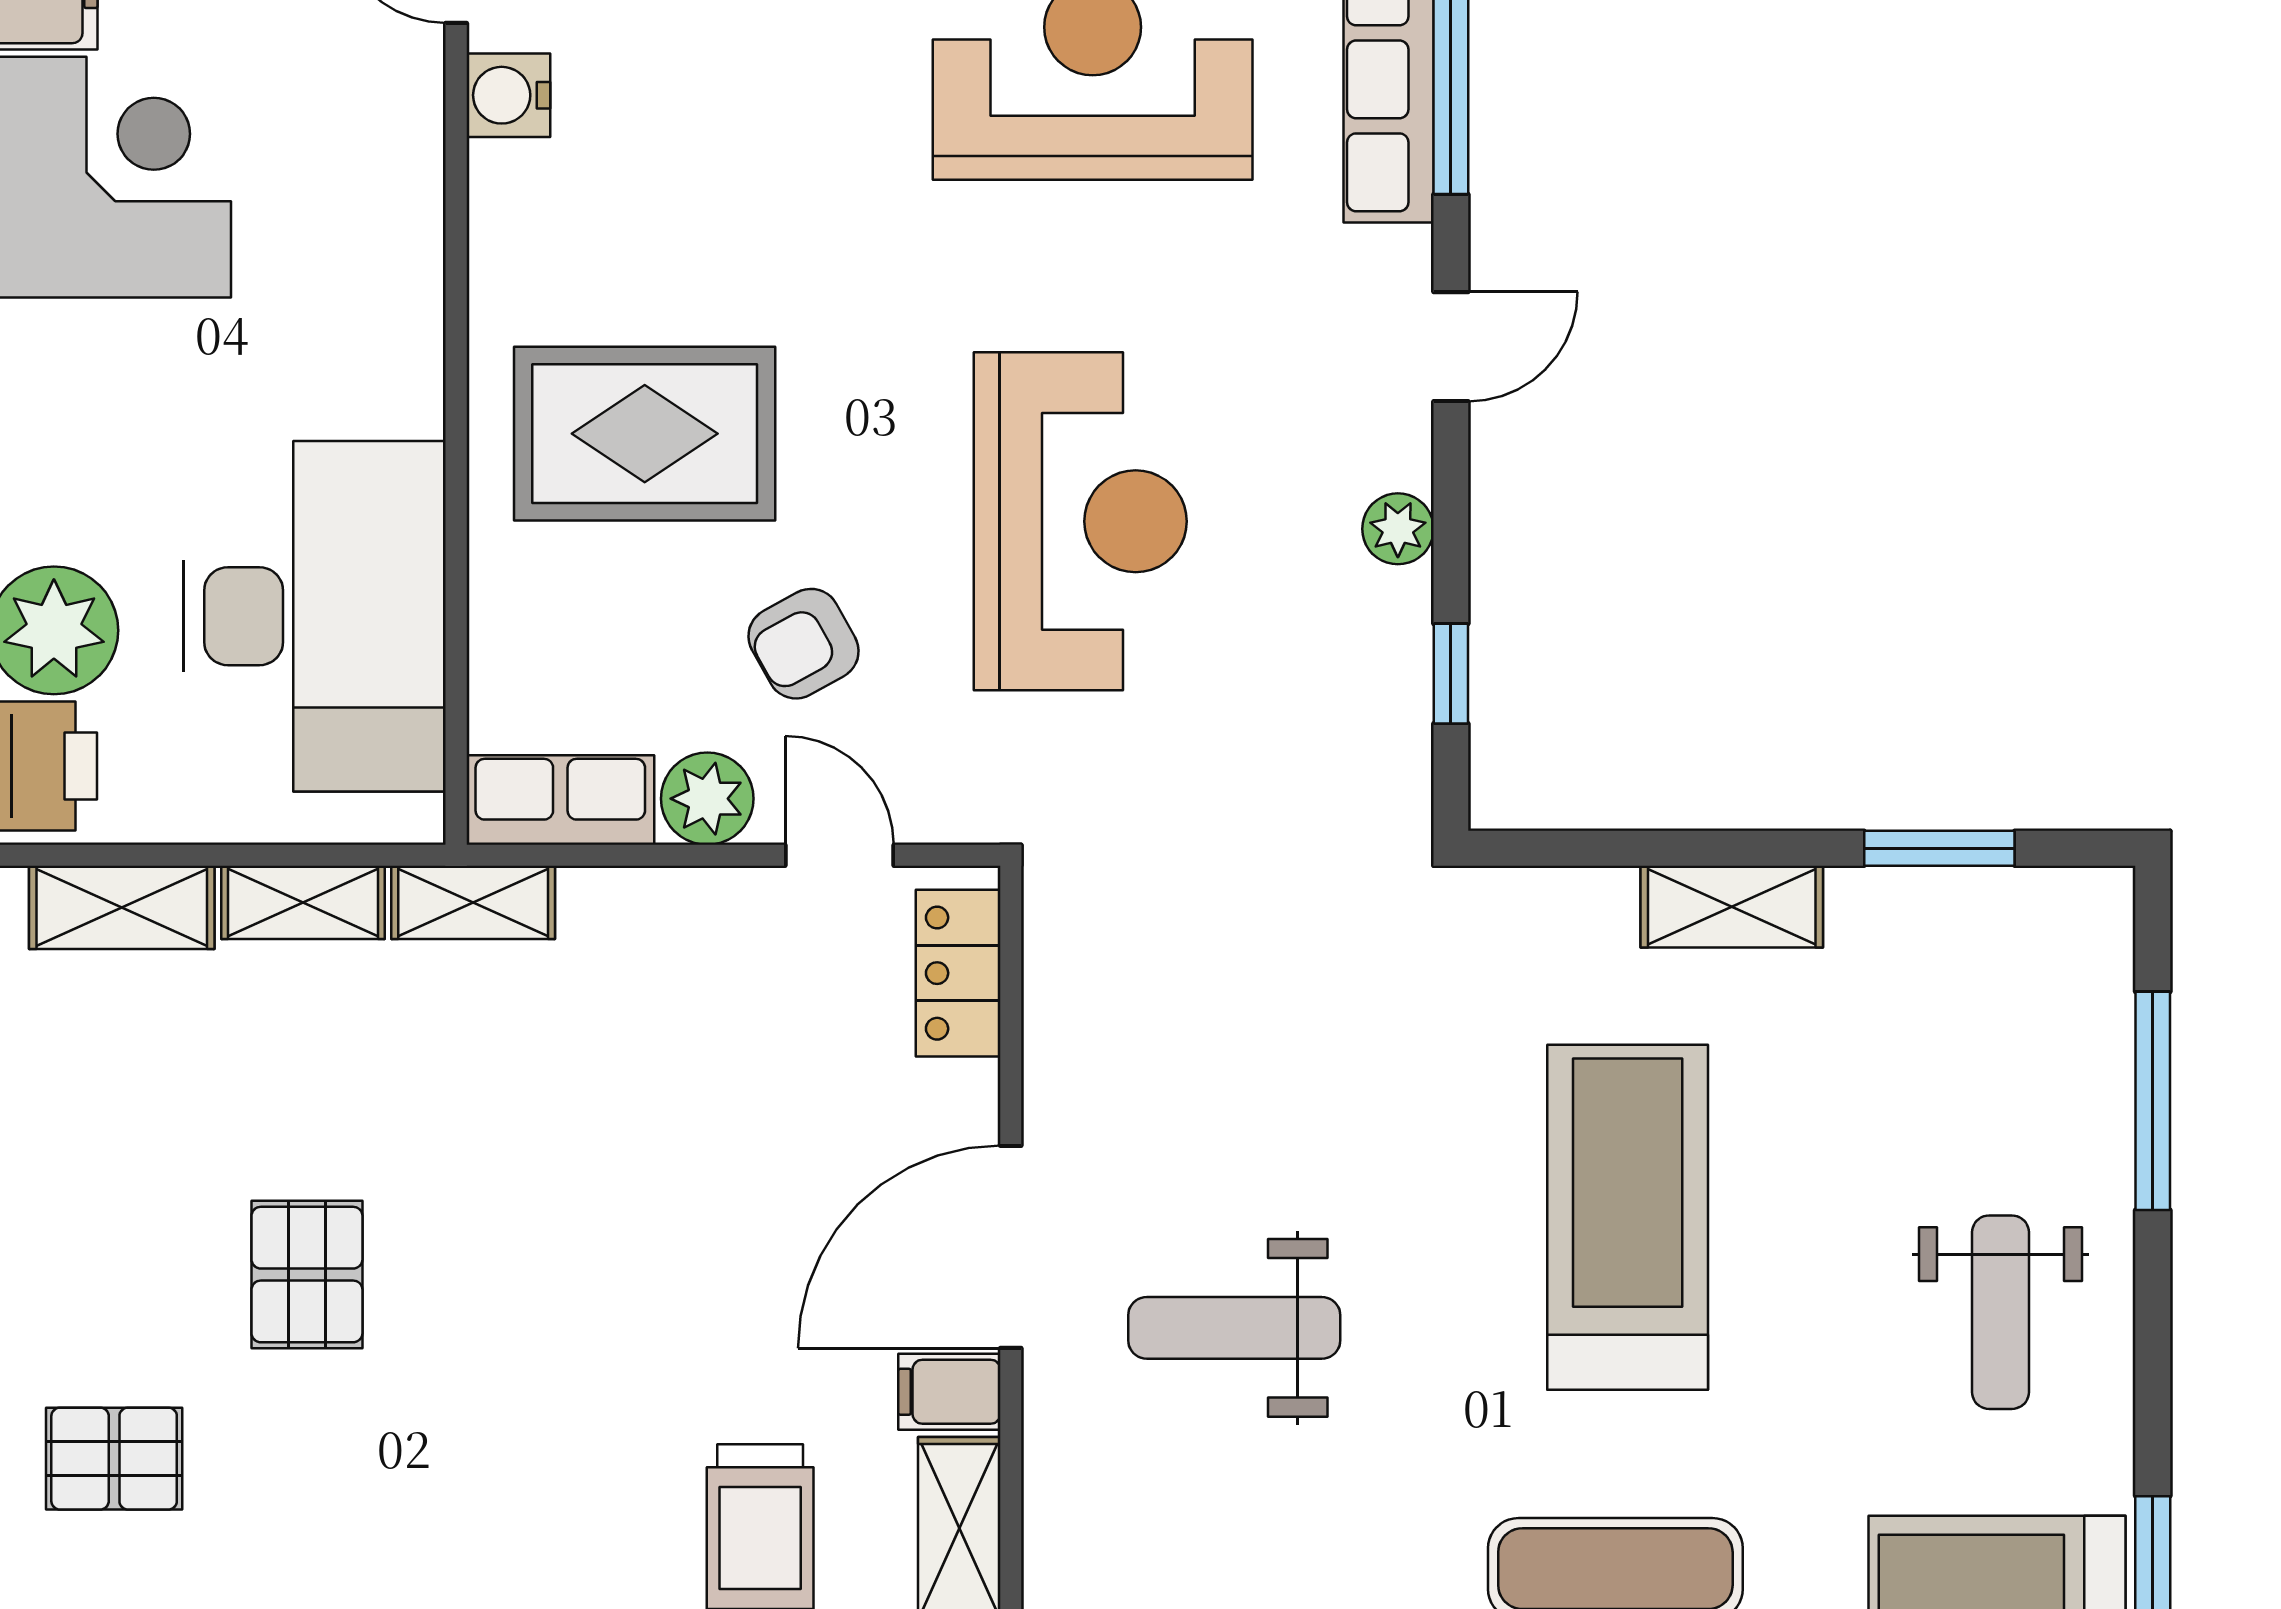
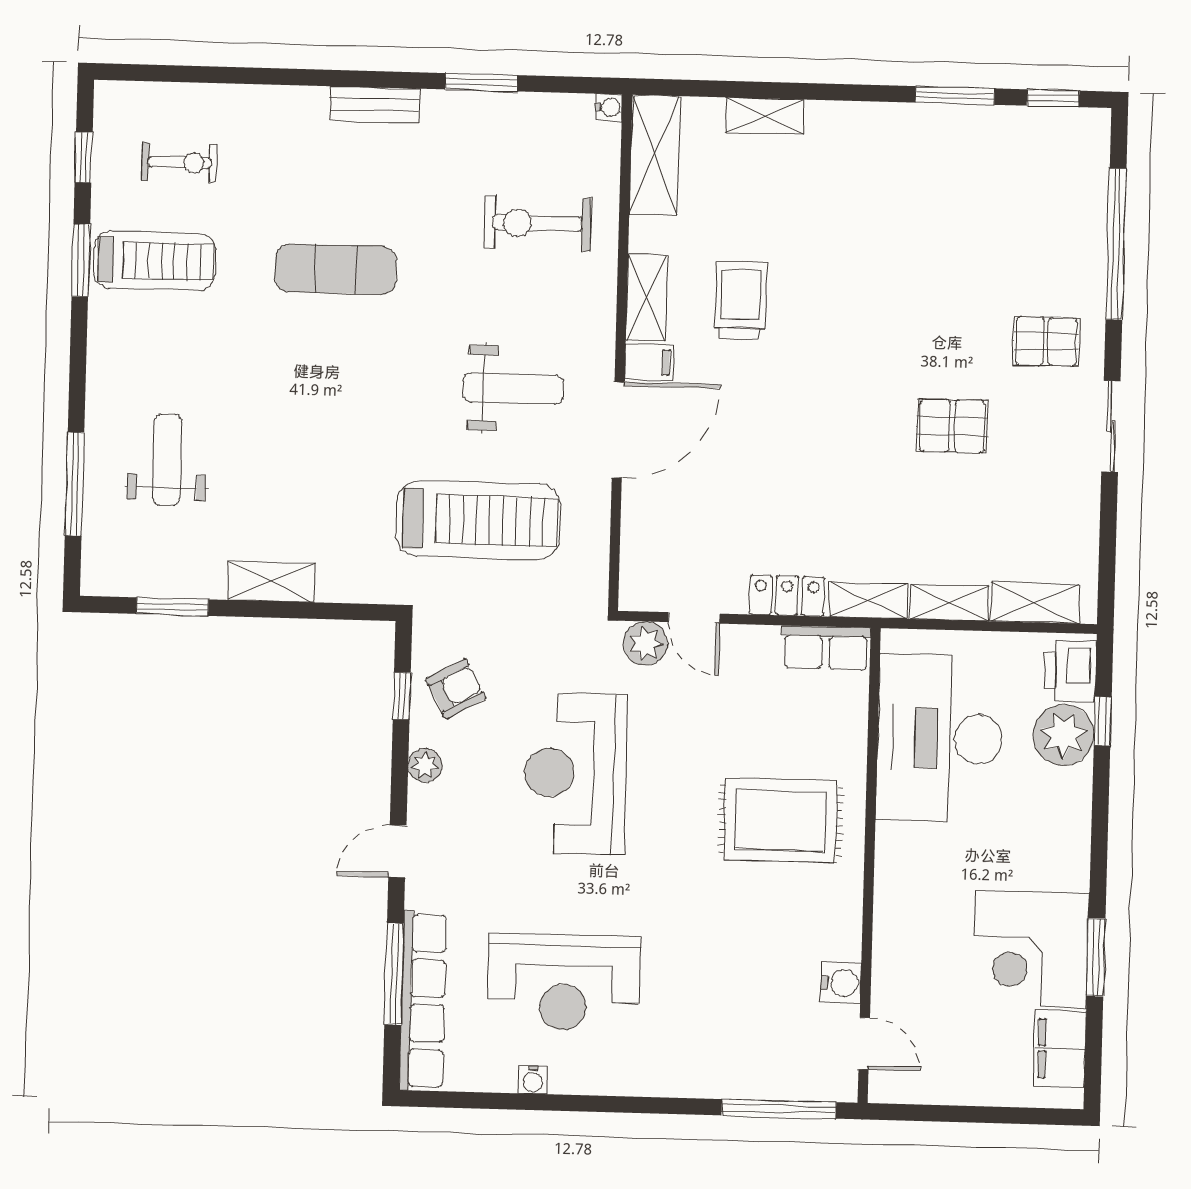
armchair: (803, 644) -> (456, 689), moved
plant: (707, 799) -> (645, 643), moved
locker: (958, 973) -> (787, 596), moved, turned -90
treadmill: (1628, 1217) -> (478, 520), moved, turned -90
pallet: (307, 1275) -> (952, 426), turned 90
weight bench: (2000, 1312) -> (167, 460), moved

